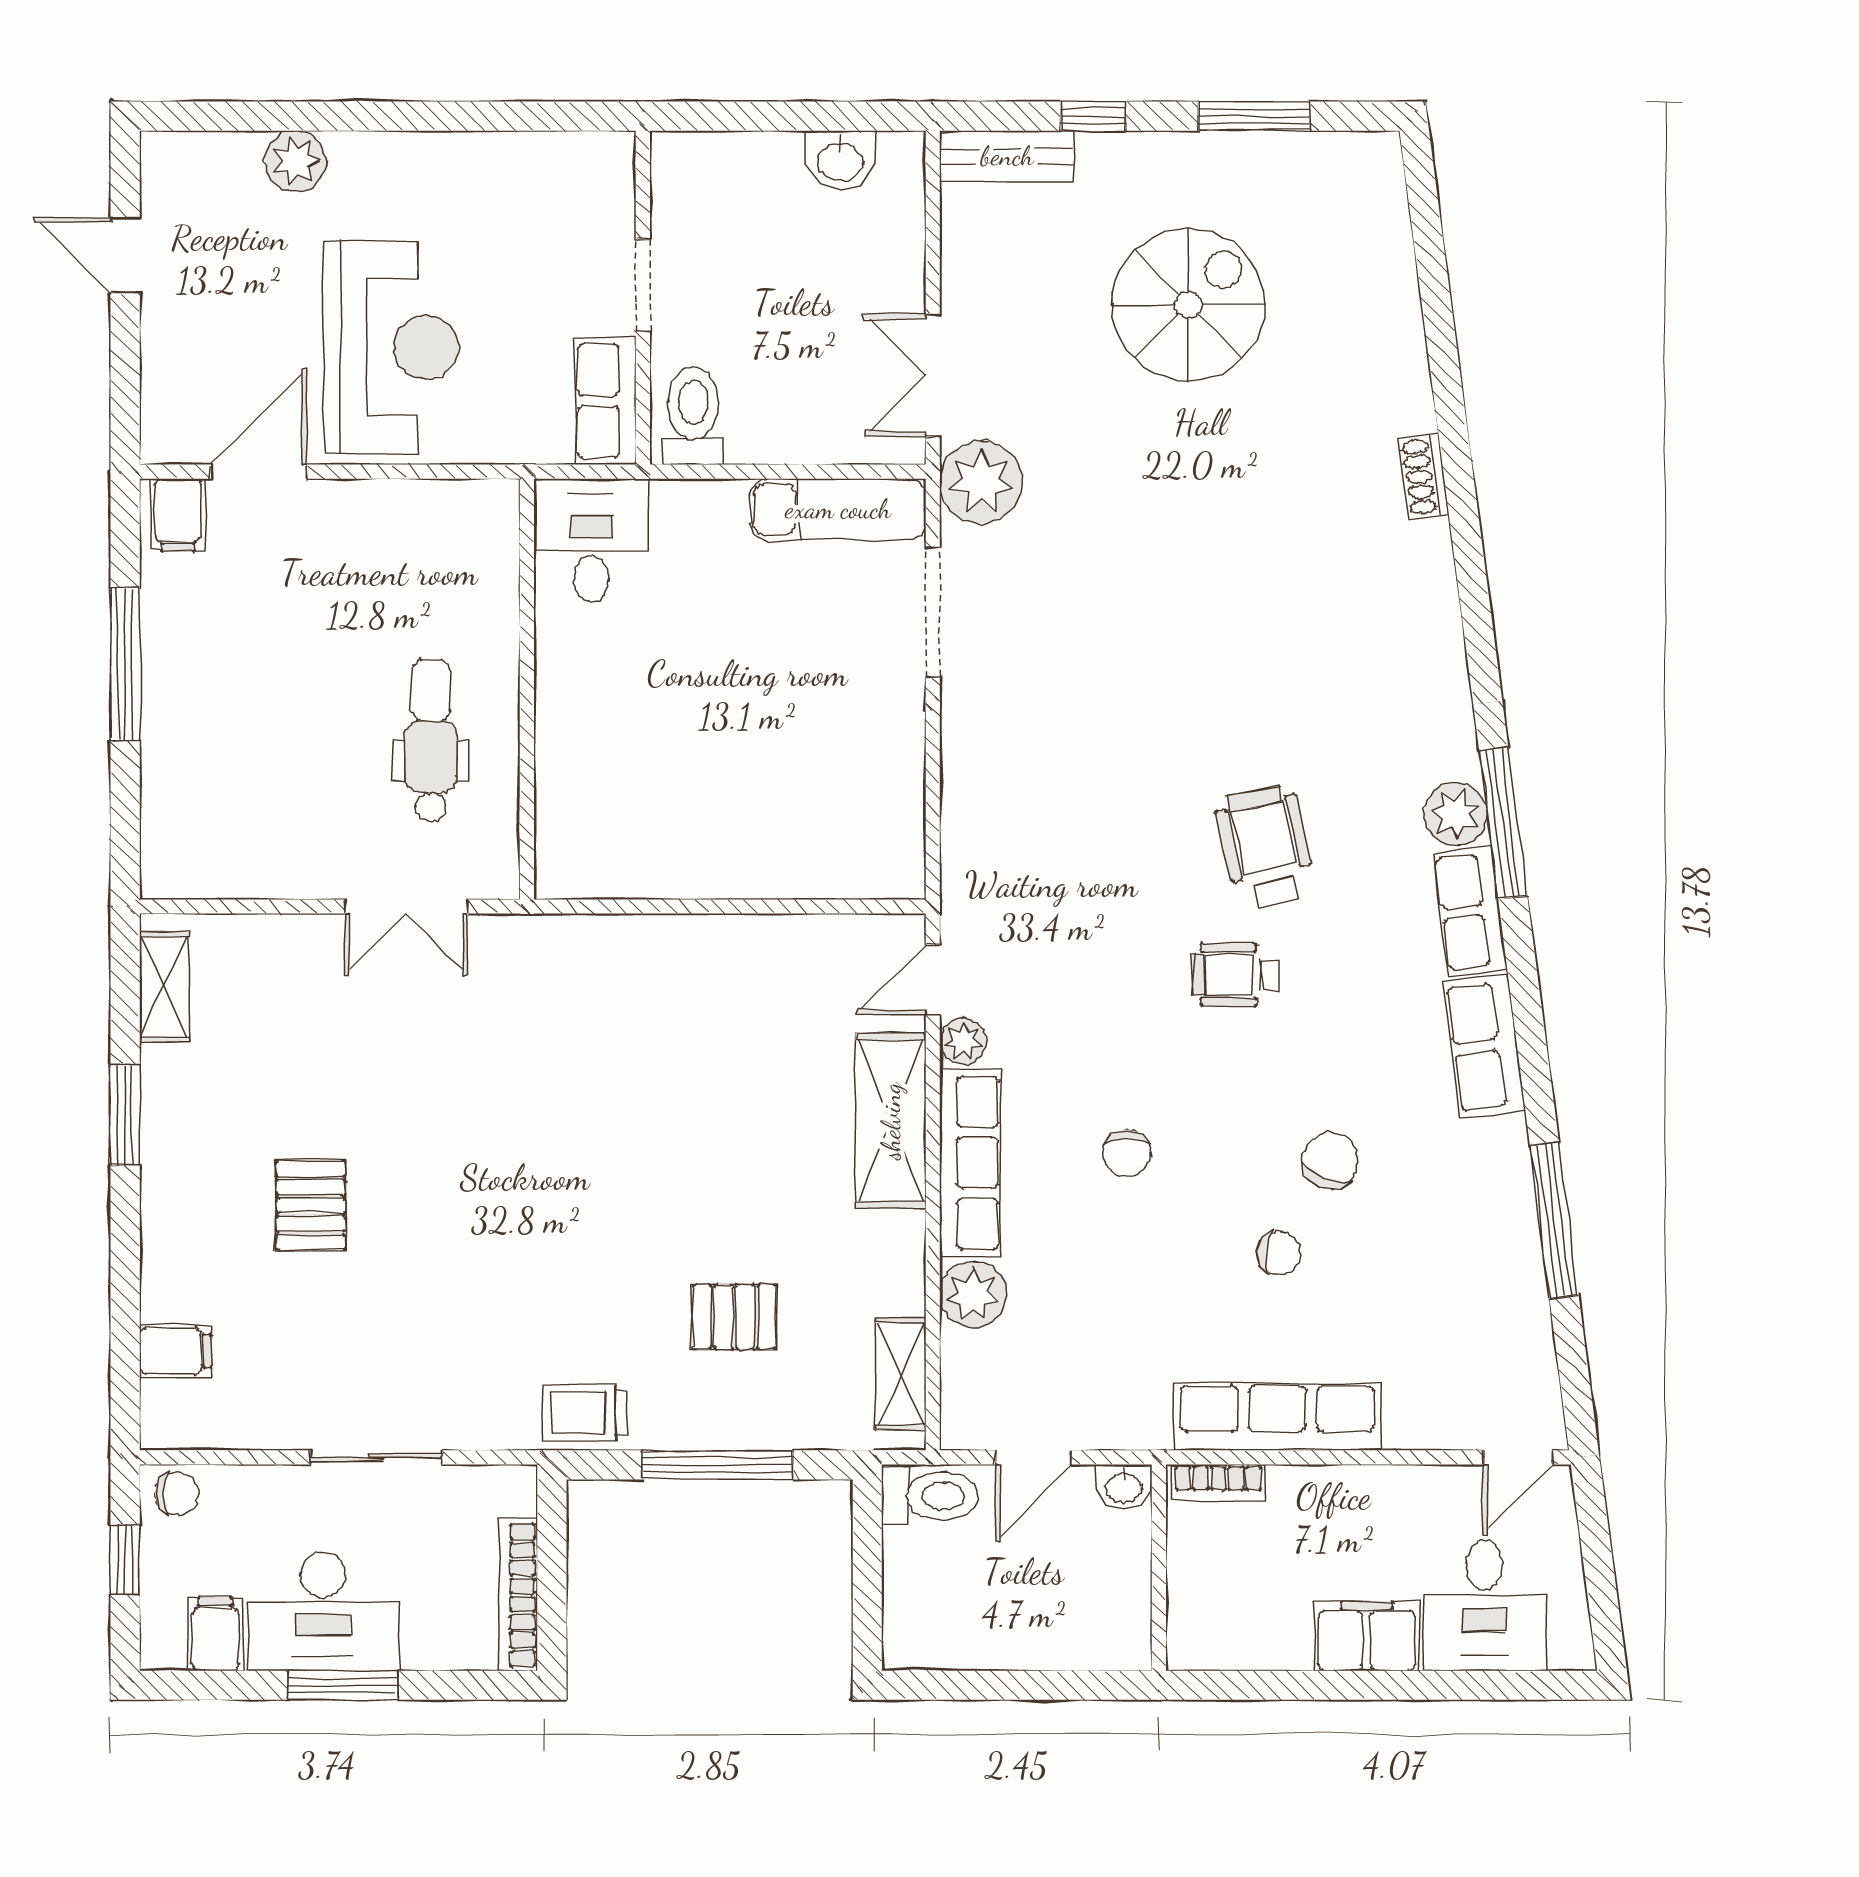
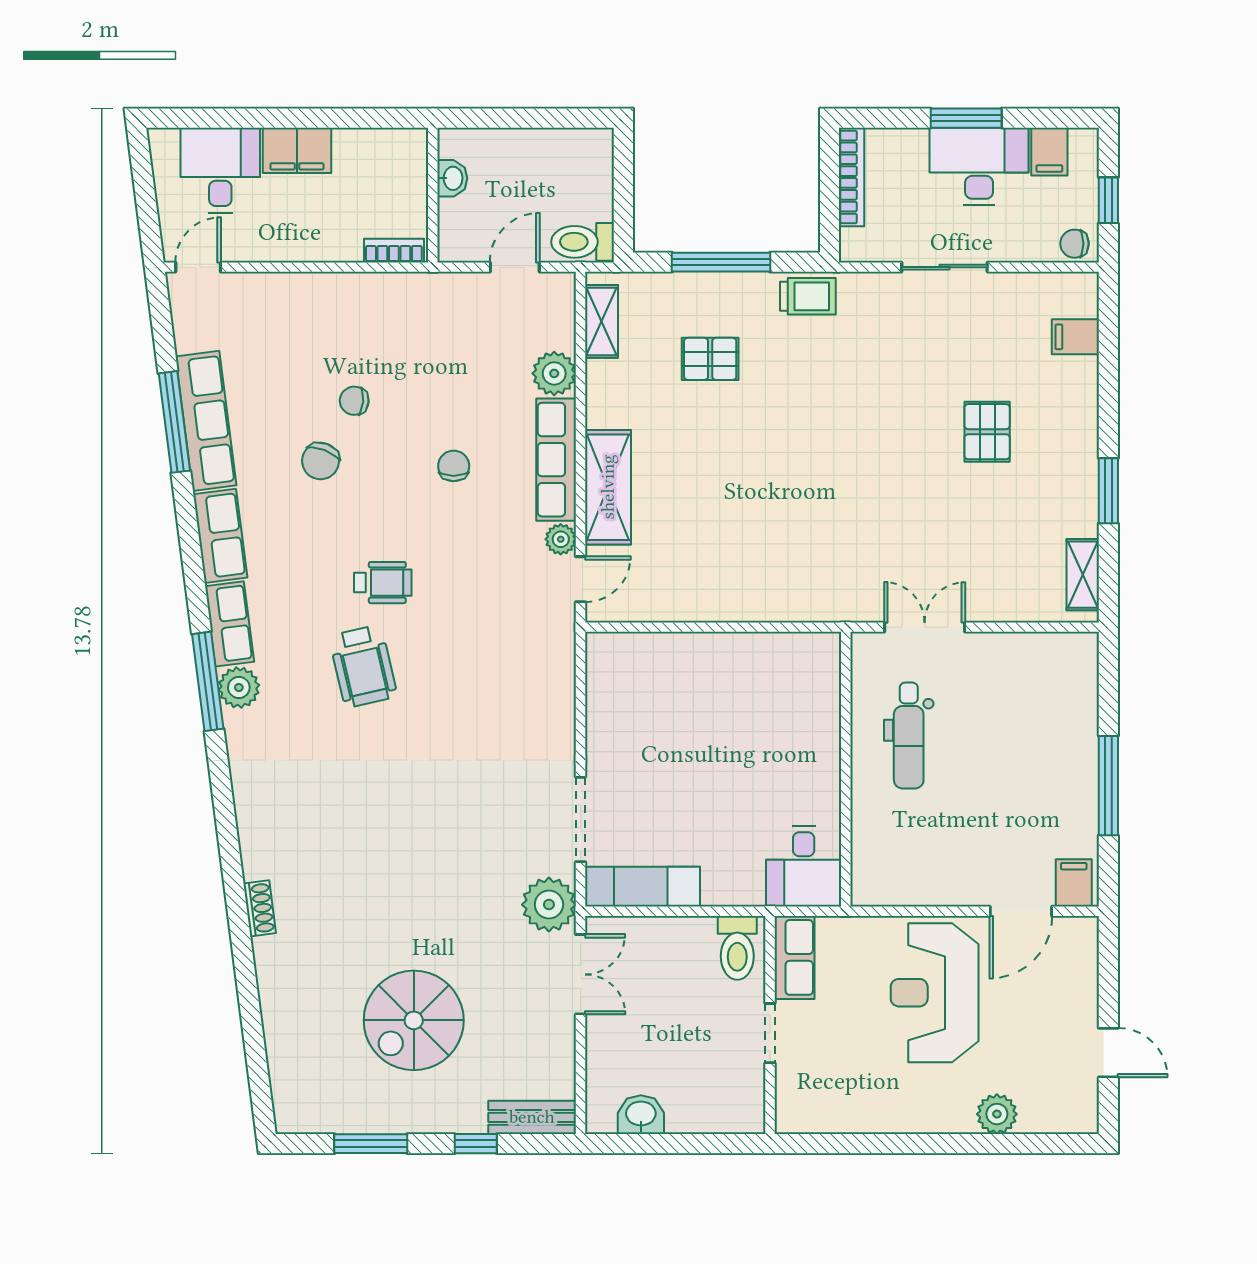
row of seats: (1277, 1417) -> (206, 421), moved, turned -97
washbasin: (1124, 1487) -> (452, 178), moved, turned 90

